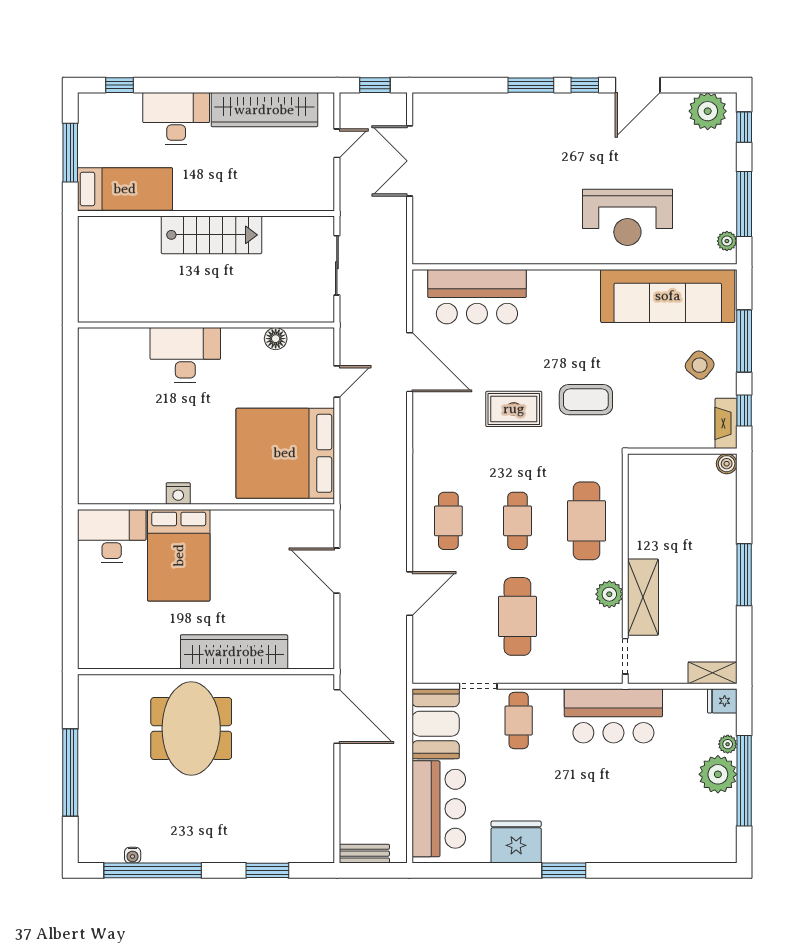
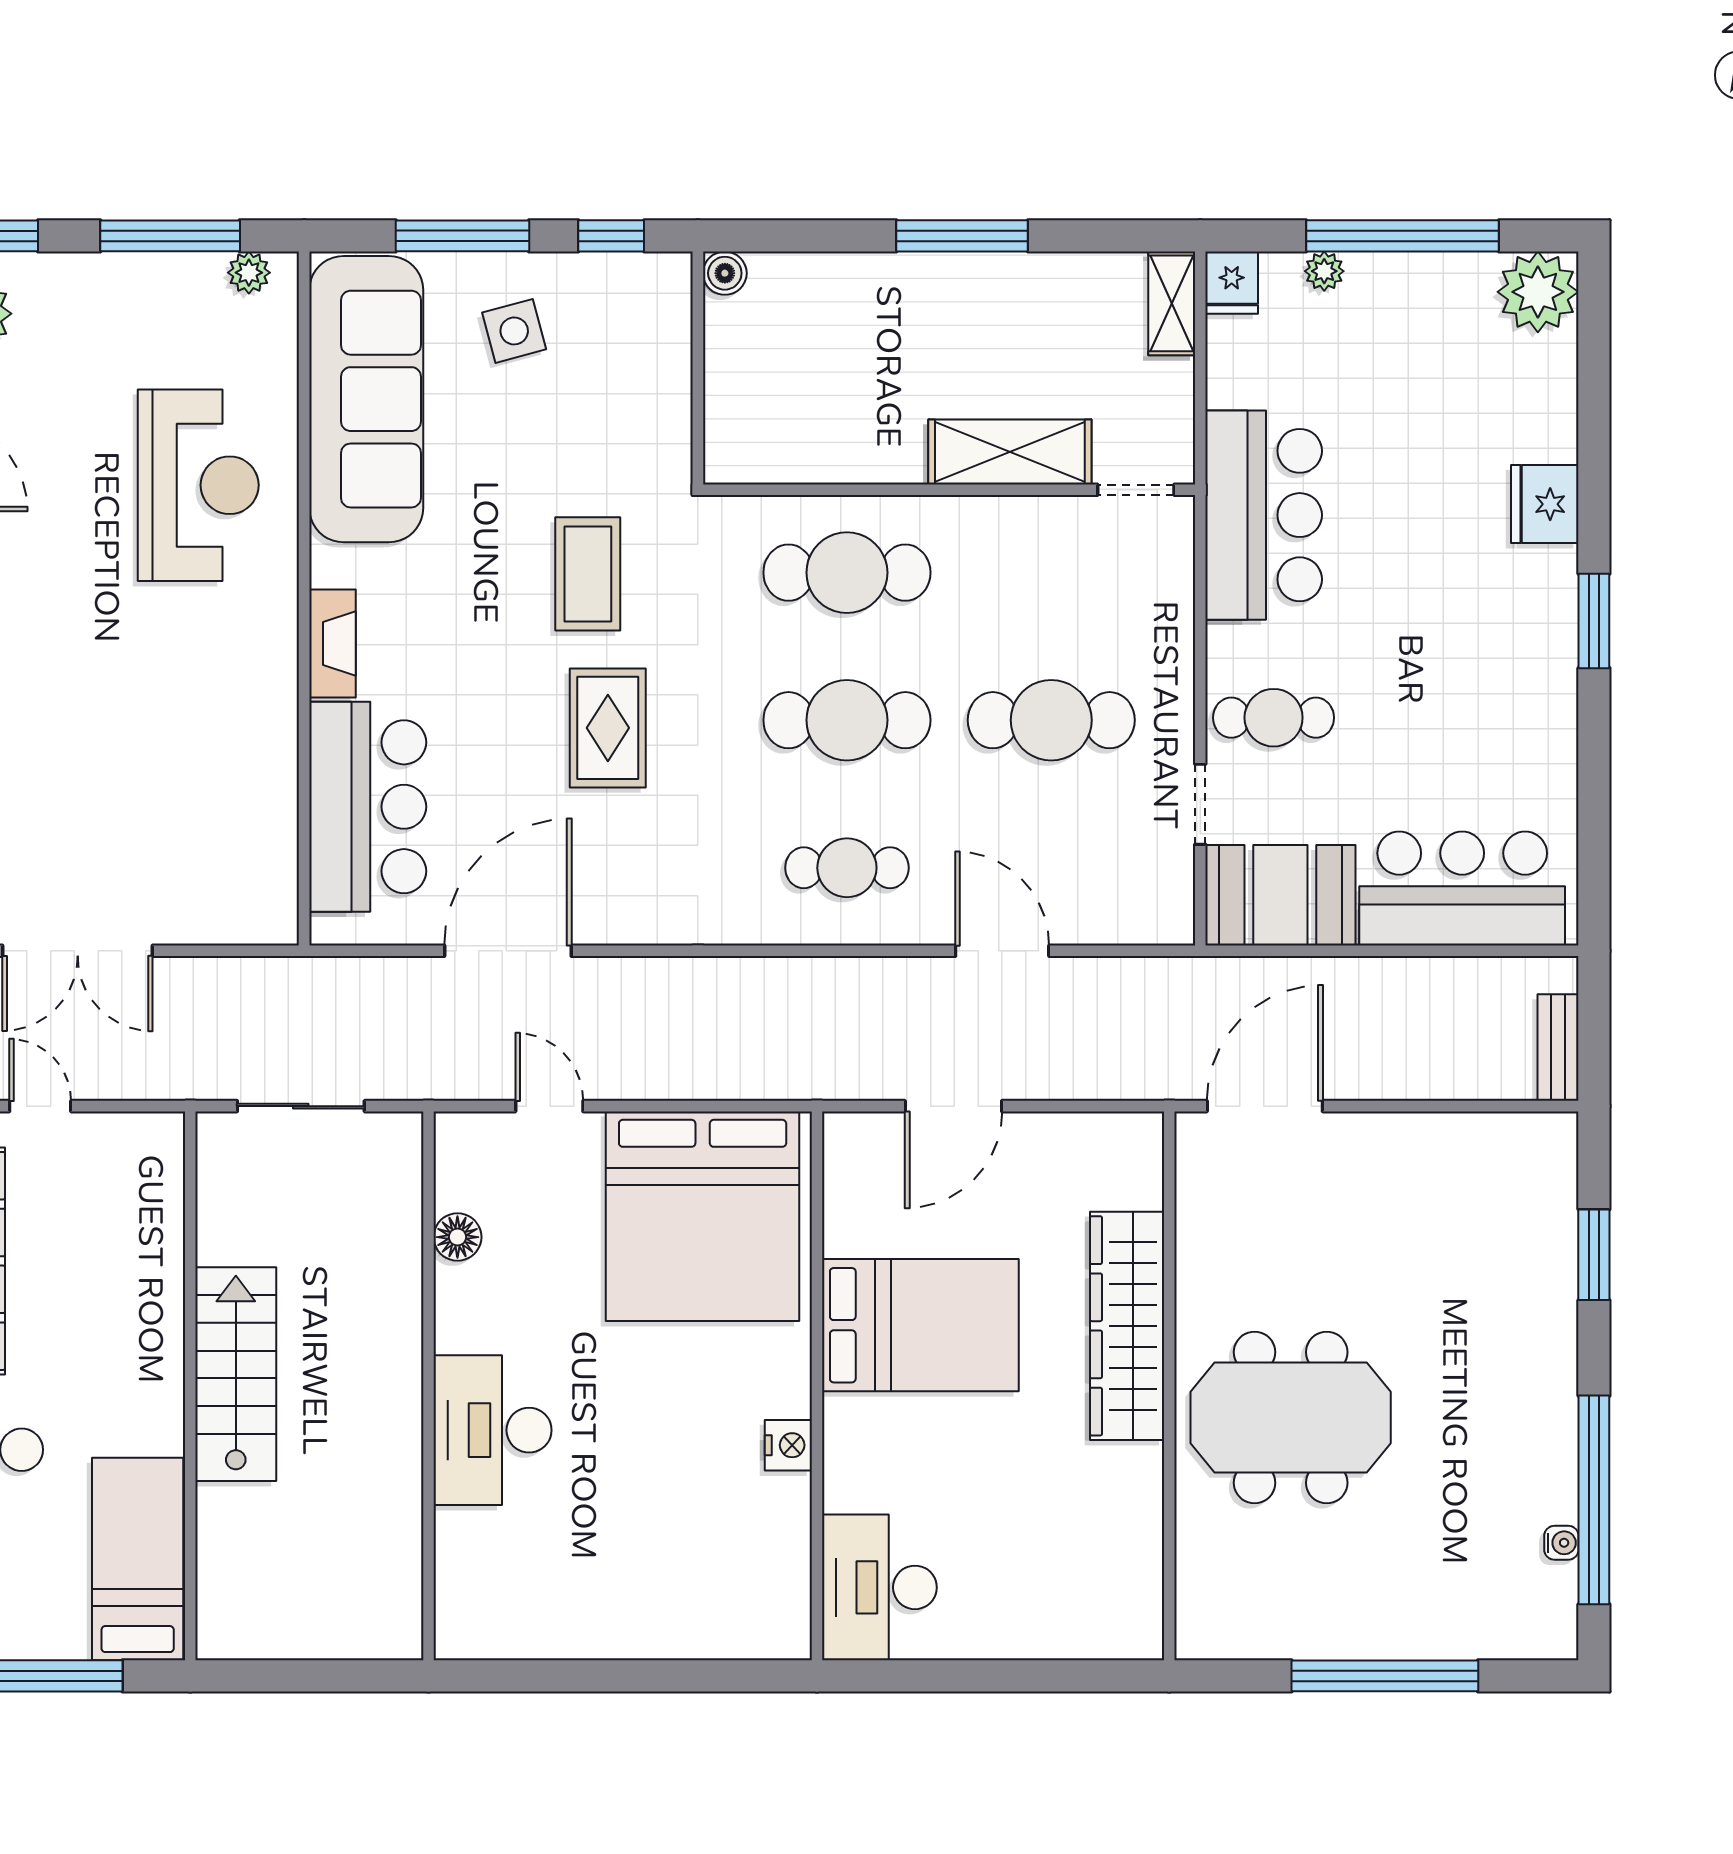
side table: (700, 365) -> (514, 331), turned 36
fireplace: (726, 423) -> (332, 643), moved, turned -90
cafe table: (517, 521) -> (847, 720), width x1.37, depth x1.35
bed: (179, 555) -> (920, 1325), moved
plant: (609, 594) -> (1004, 524), removed
plant: (718, 774) -> (1538, 292), moved
fridge: (516, 842) -> (1545, 504), moved, width x0.73, depth x0.75

